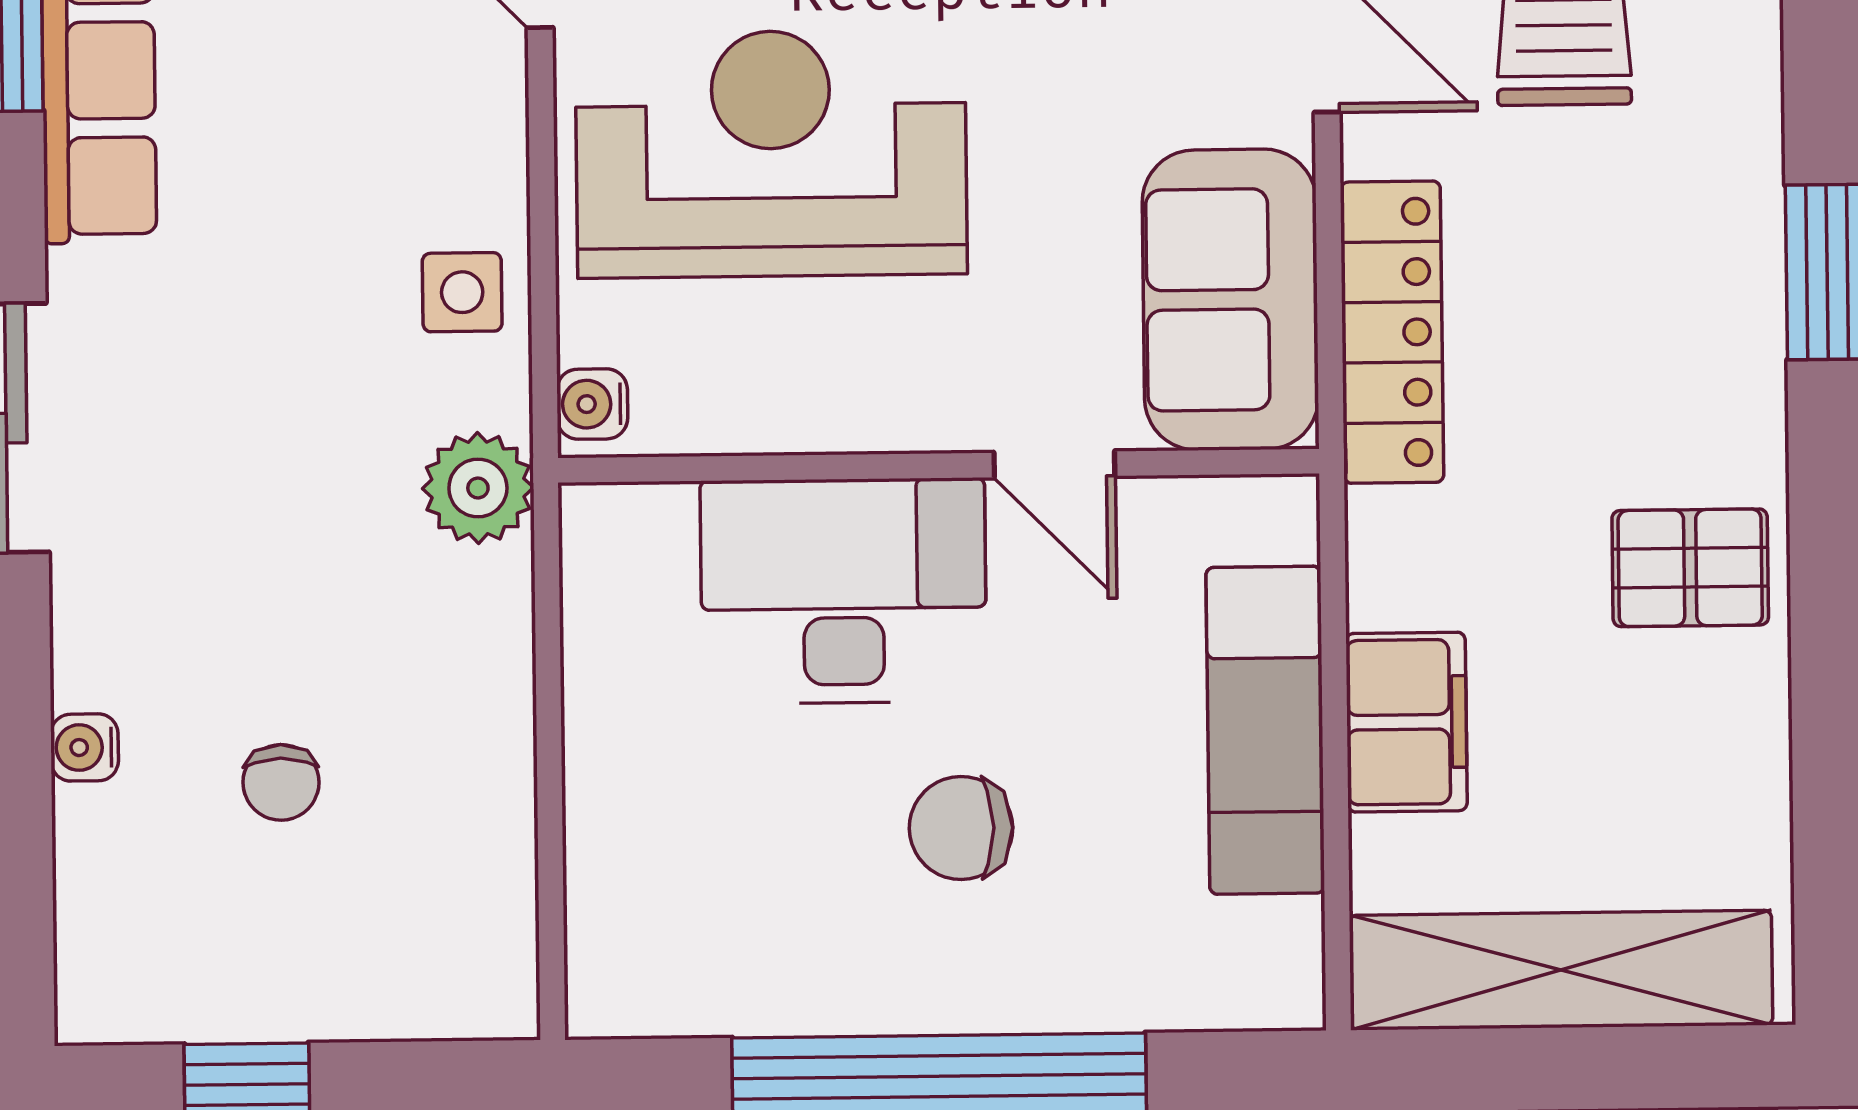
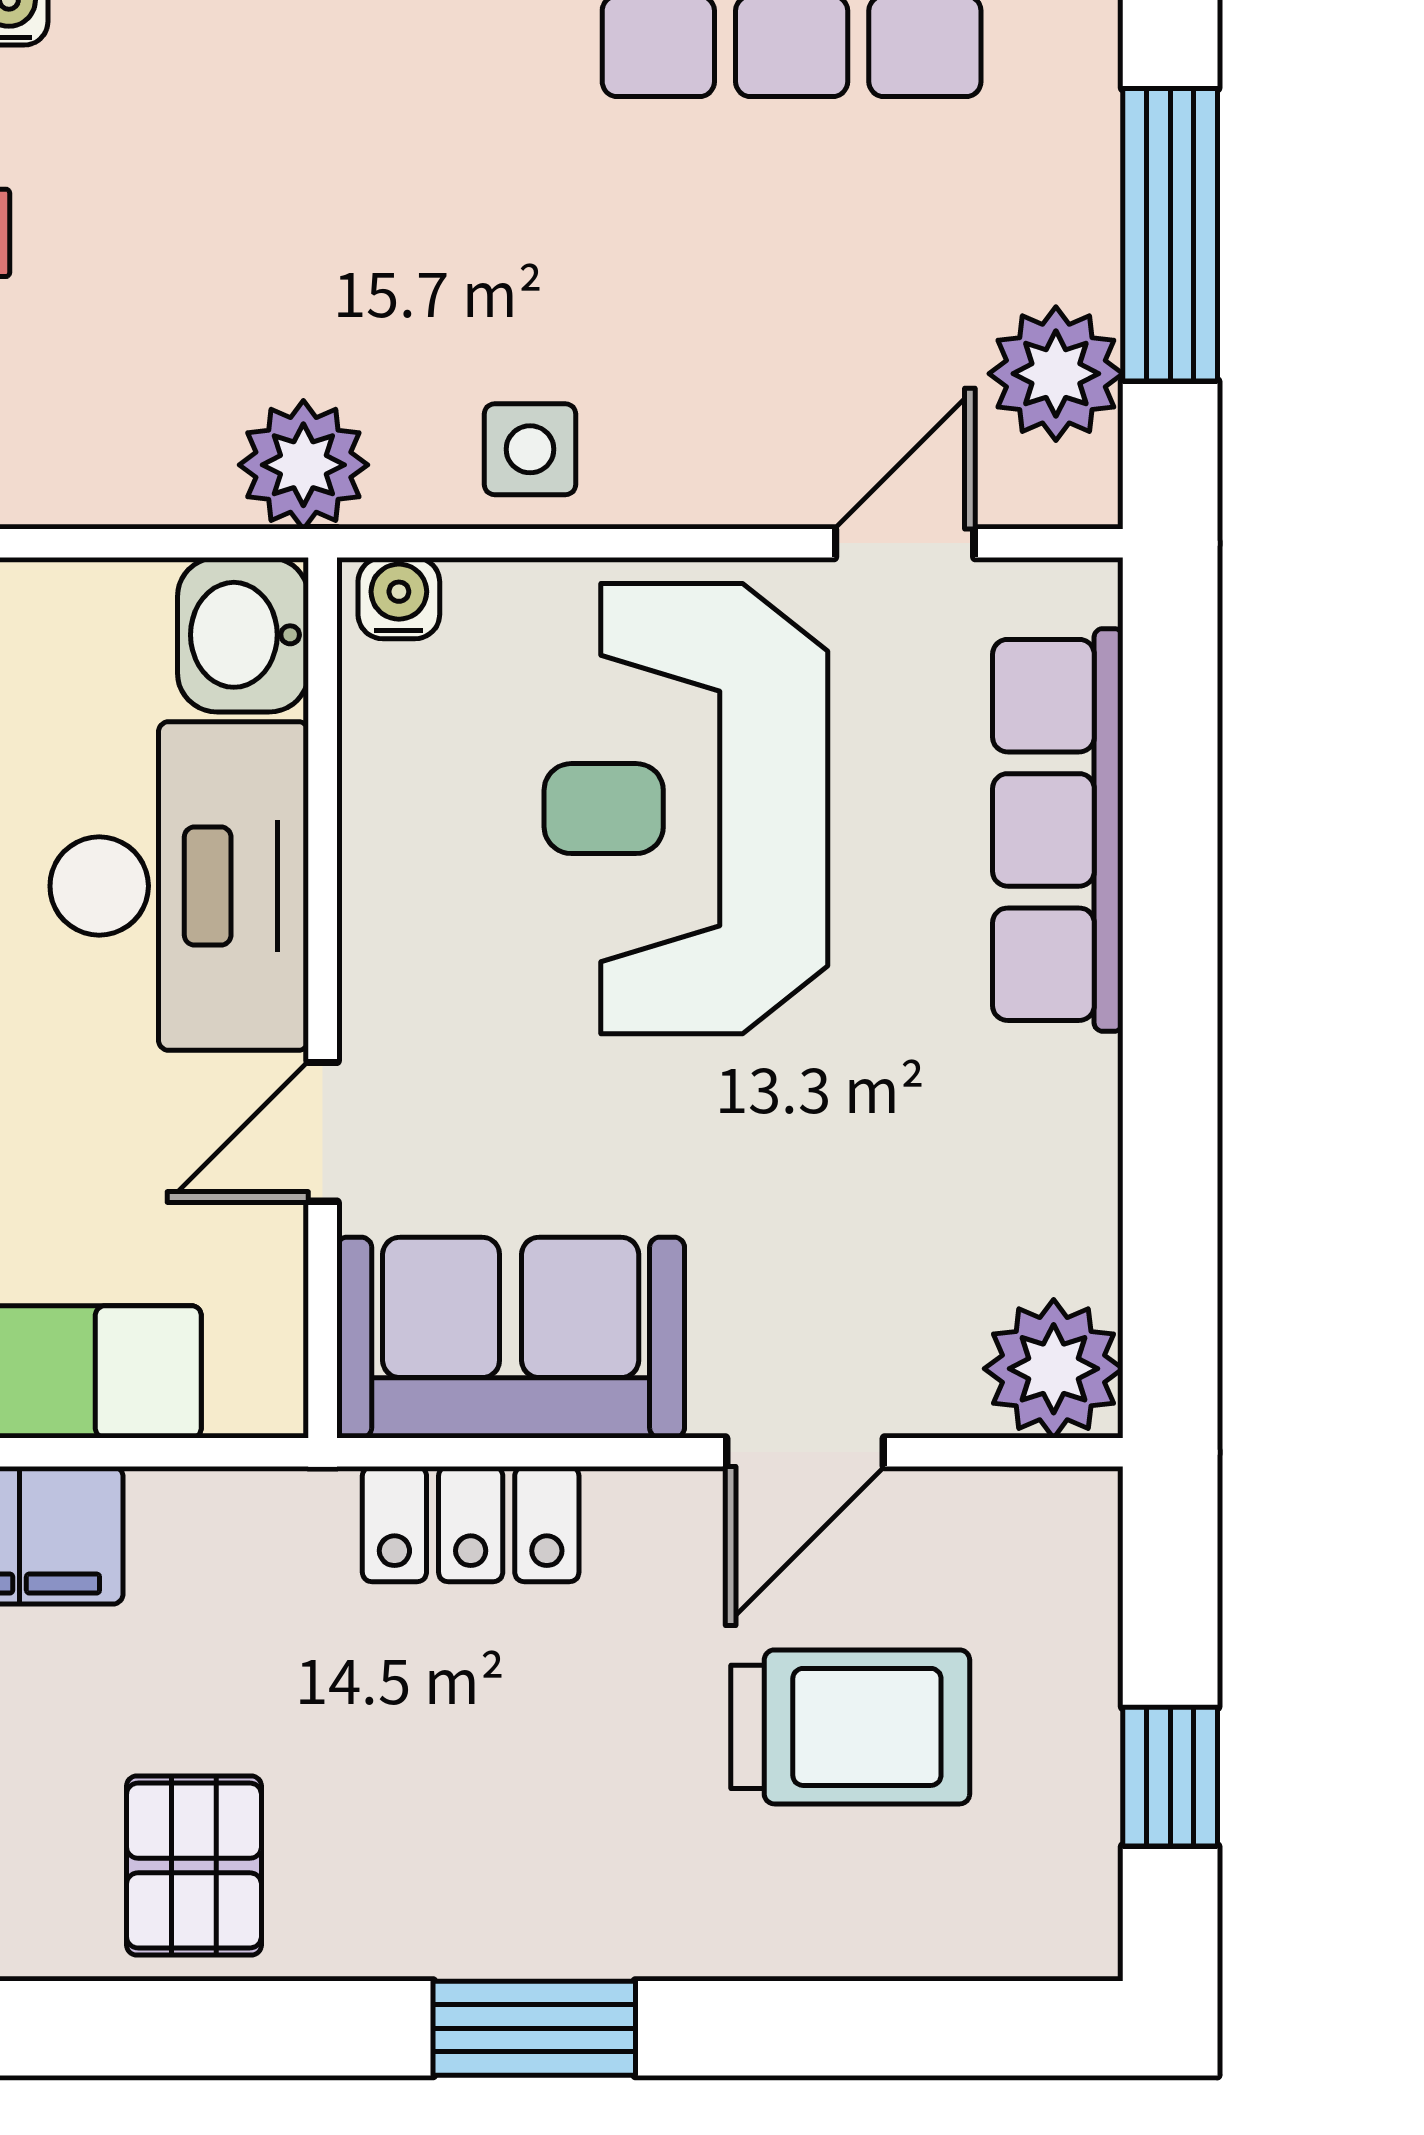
reception desk: (771, 154) -> (686, 809), turned 180
locker: (1392, 332) -> (471, 1524), width x0.66
washbasin: (626, 538) -> (243, 635), added

